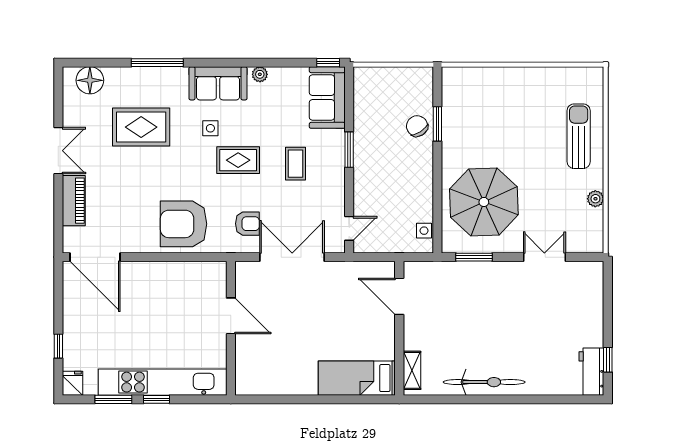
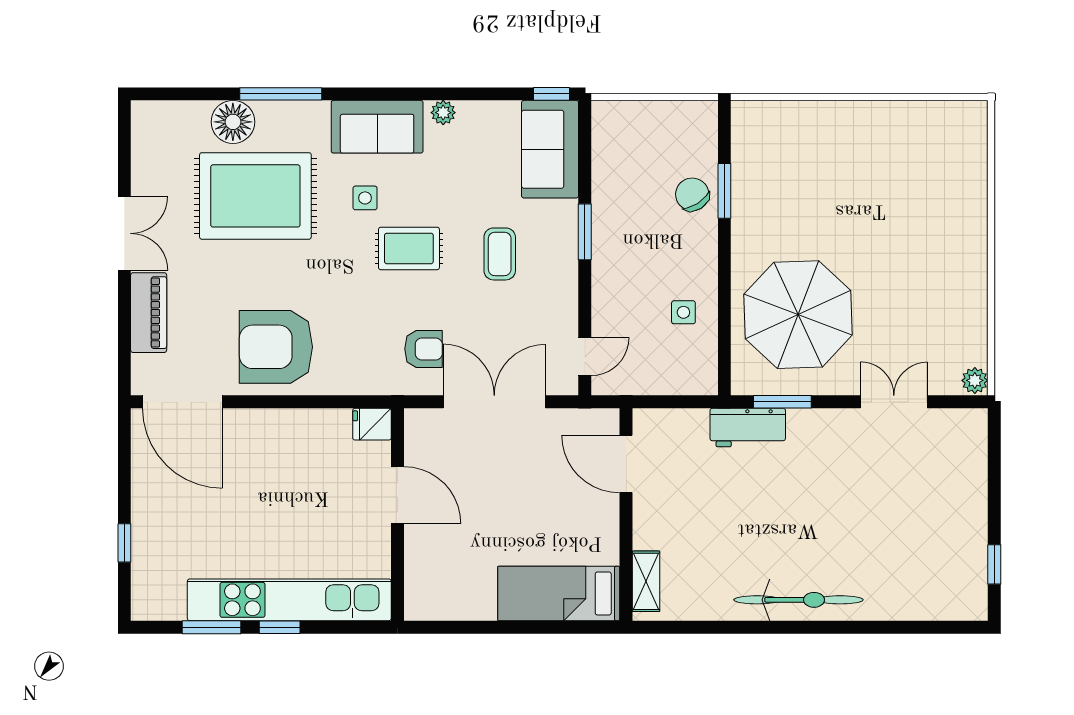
floor lamp: (90, 80) -> (233, 122), moved
rug: (141, 127) -> (255, 196), width x1.37, depth x1.44
sun lounger: (579, 136) -> (948, 210), removed
plant: (595, 199) -> (975, 380), moved
armchair: (183, 224) -> (276, 347), moved
side table: (424, 231) -> (683, 312), moved
door: (399, 296) -> (626, 464), moved
wall: (399, 328) -> (626, 515), moved
shelving: (412, 370) -> (646, 581), moved
workbench: (591, 372) -> (748, 428), moved, turned -90
bed: (357, 378) -> (559, 593), moved
fridge: (73, 383) -> (372, 424), moved, turned -90

